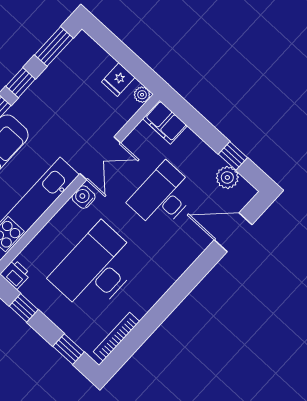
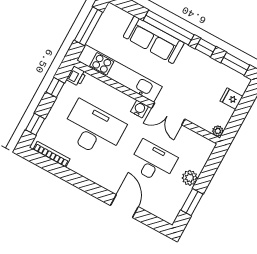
fridge: (118, 80) -> (231, 99), moved
filing cabinet: (165, 122) -> (203, 151), removed
window: (233, 156) -> (192, 202), width x1.50
plant: (227, 177) -> (190, 178), moved
door: (233, 232) -> (124, 206), moved

